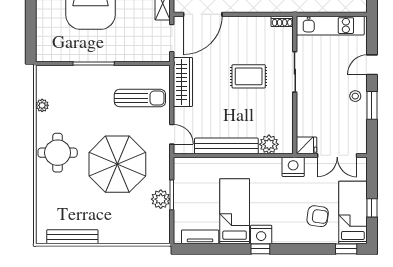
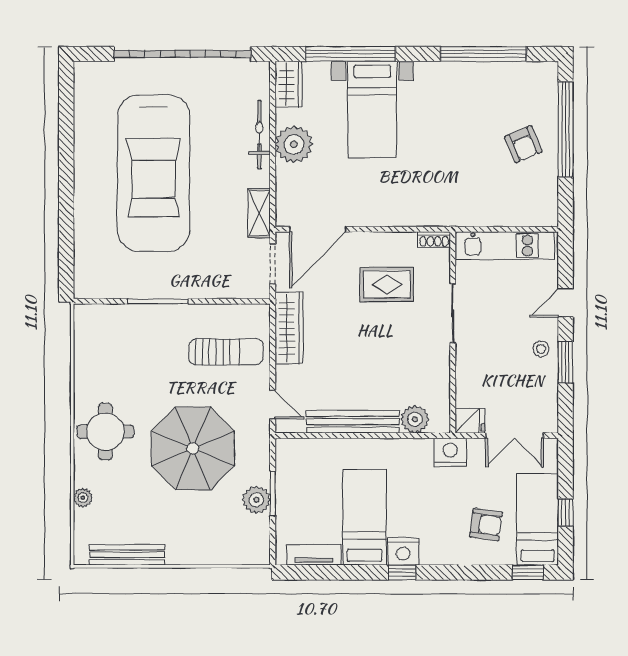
rug: (249, 76) -> (387, 284), moved
plant: (42, 105) -> (83, 498), moved

